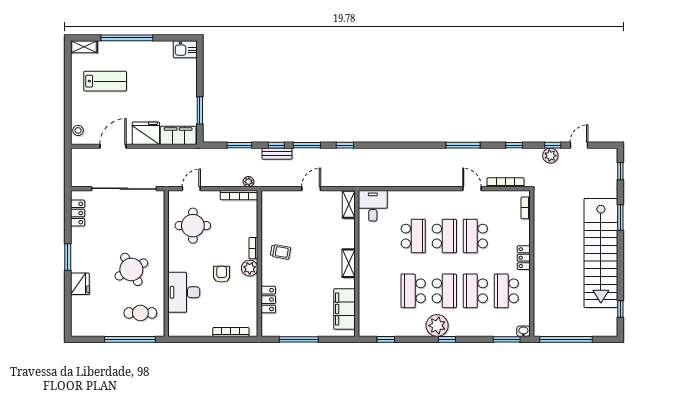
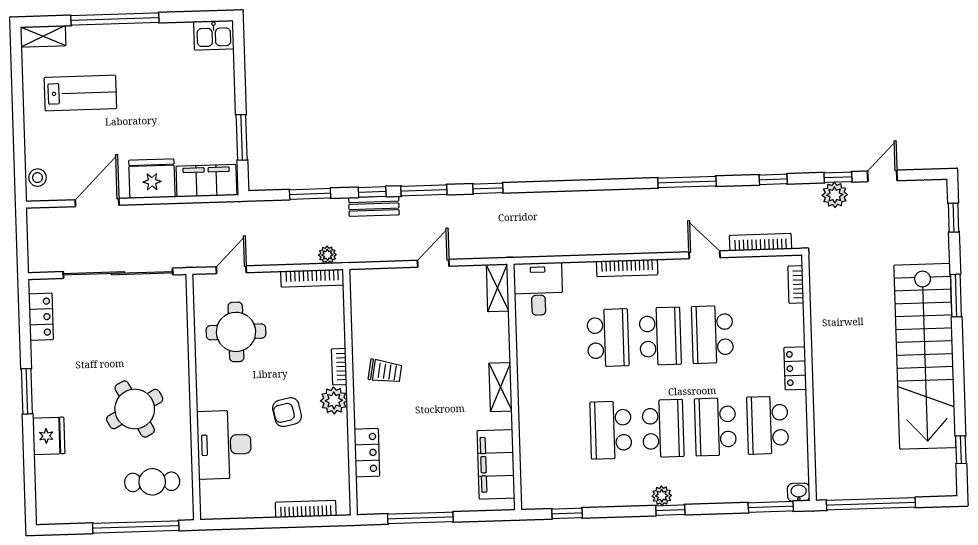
bookcase: (426, 195) -> (627, 268), added
armchair: (222, 274) -> (287, 412), turned -102
plant: (437, 326) -> (662, 496), width x0.53, depth x0.53

